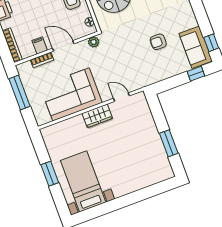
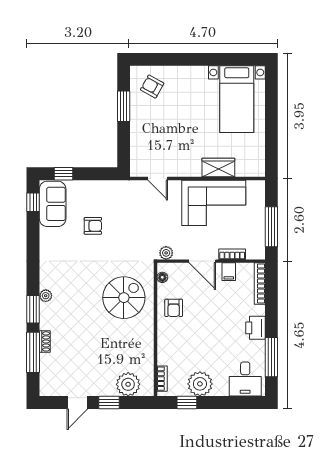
wardrobe: (97, 116) -> (218, 168), moved
armchair: (152, 167) -> (152, 86), added
window: (50, 174) -> (271, 122), removed

